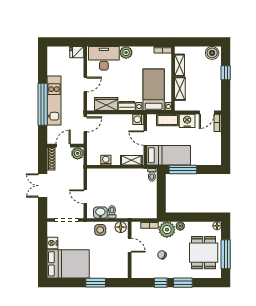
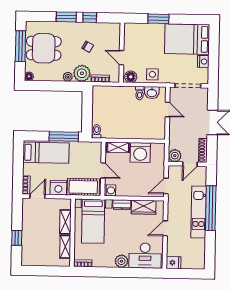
boiler: (212, 53) -> (31, 259), removed
cot: (168, 120) -> (83, 187), width x1.37, depth x1.34
bed: (169, 155) -> (46, 153), moved, turned 180
washing machine: (106, 160) -> (140, 153), width x1.89, depth x1.89
dining table: (204, 253) -> (44, 48), turned 90

